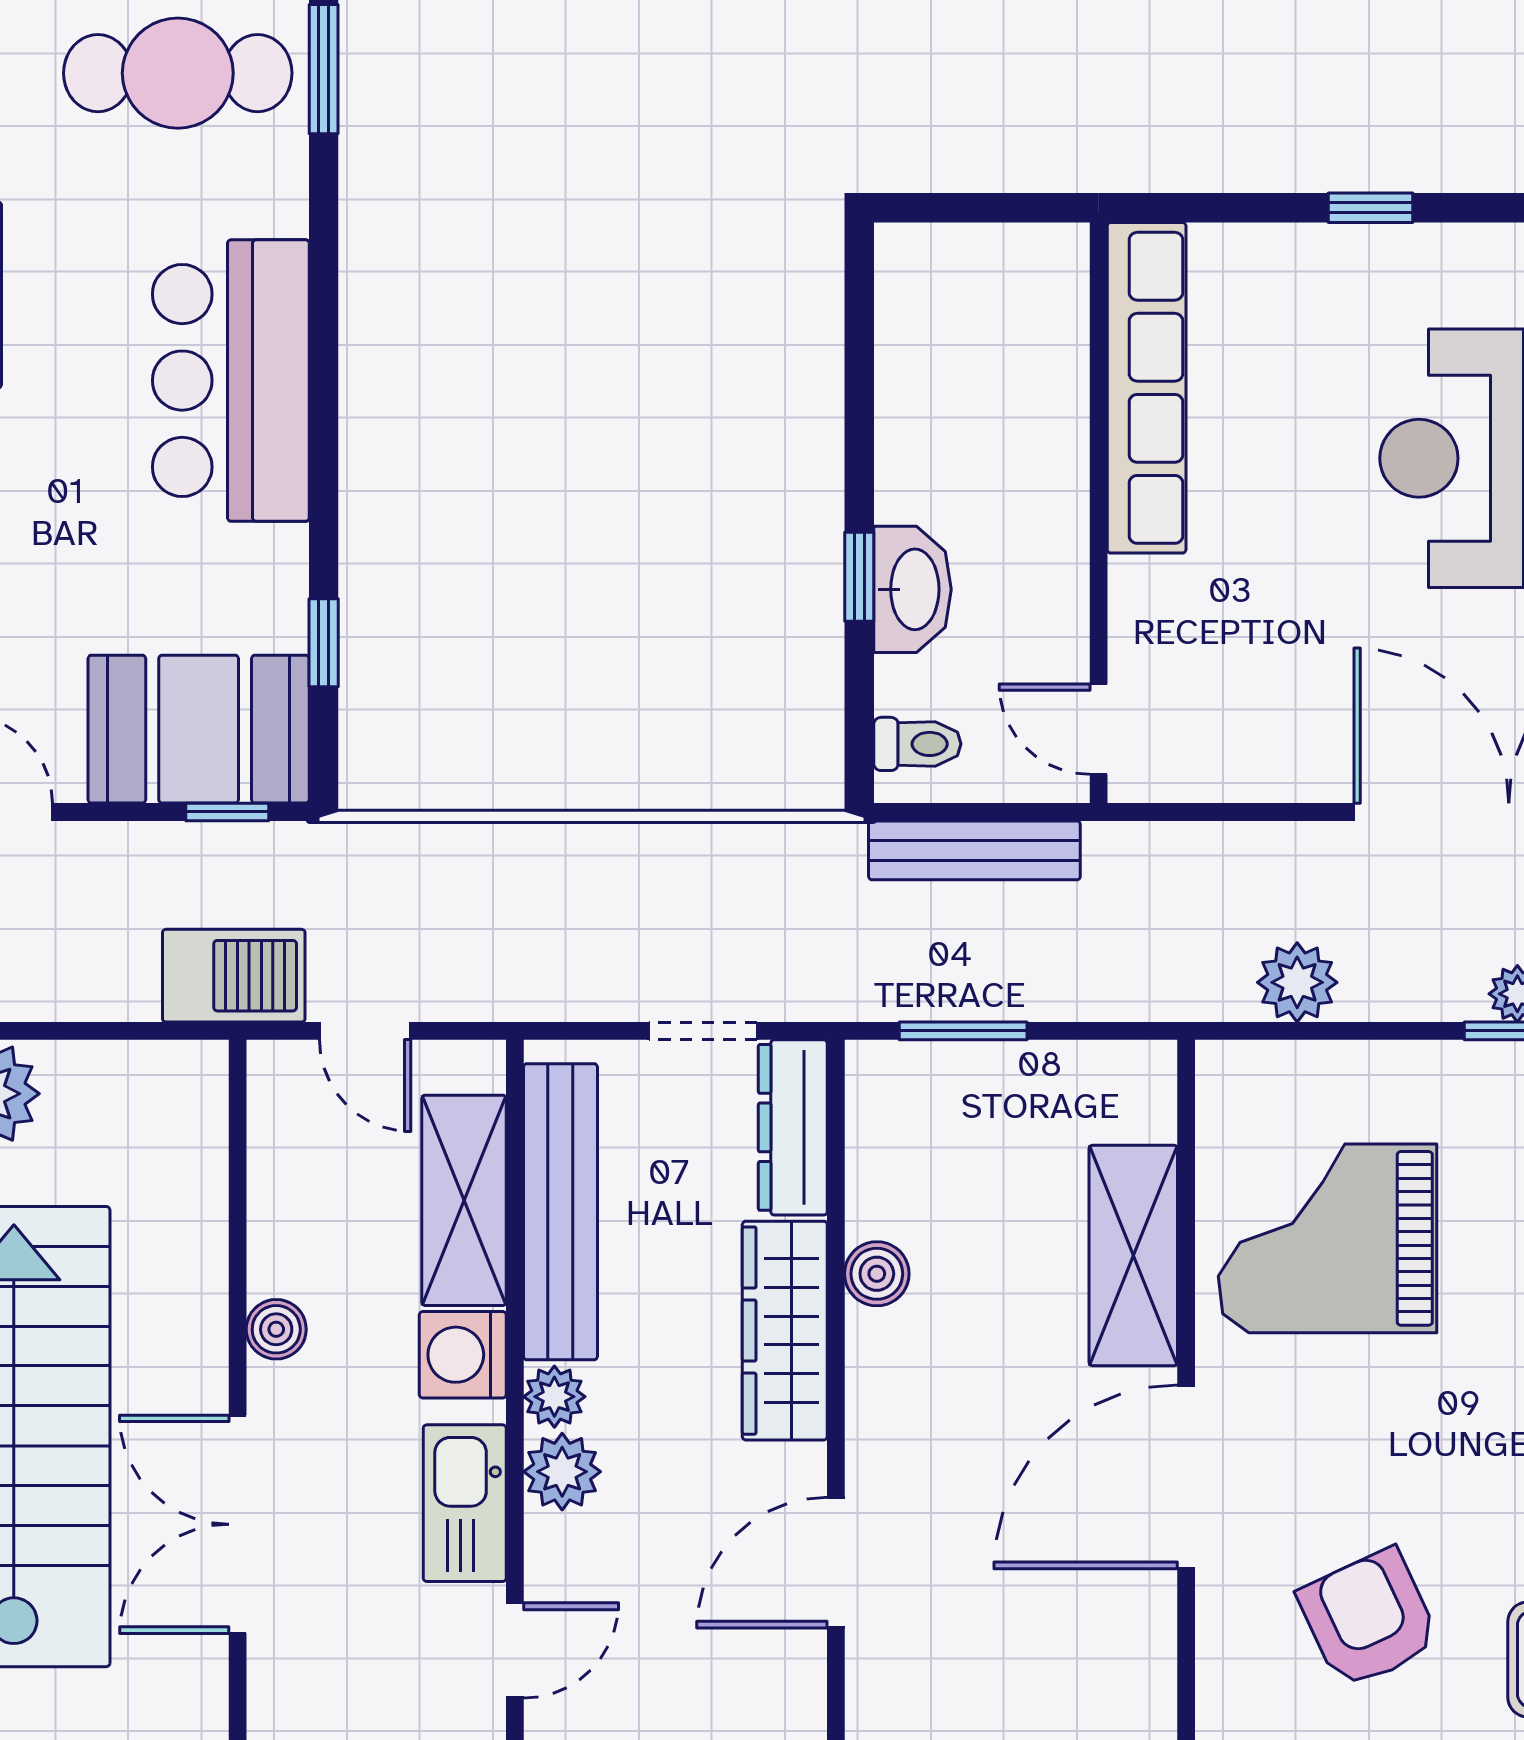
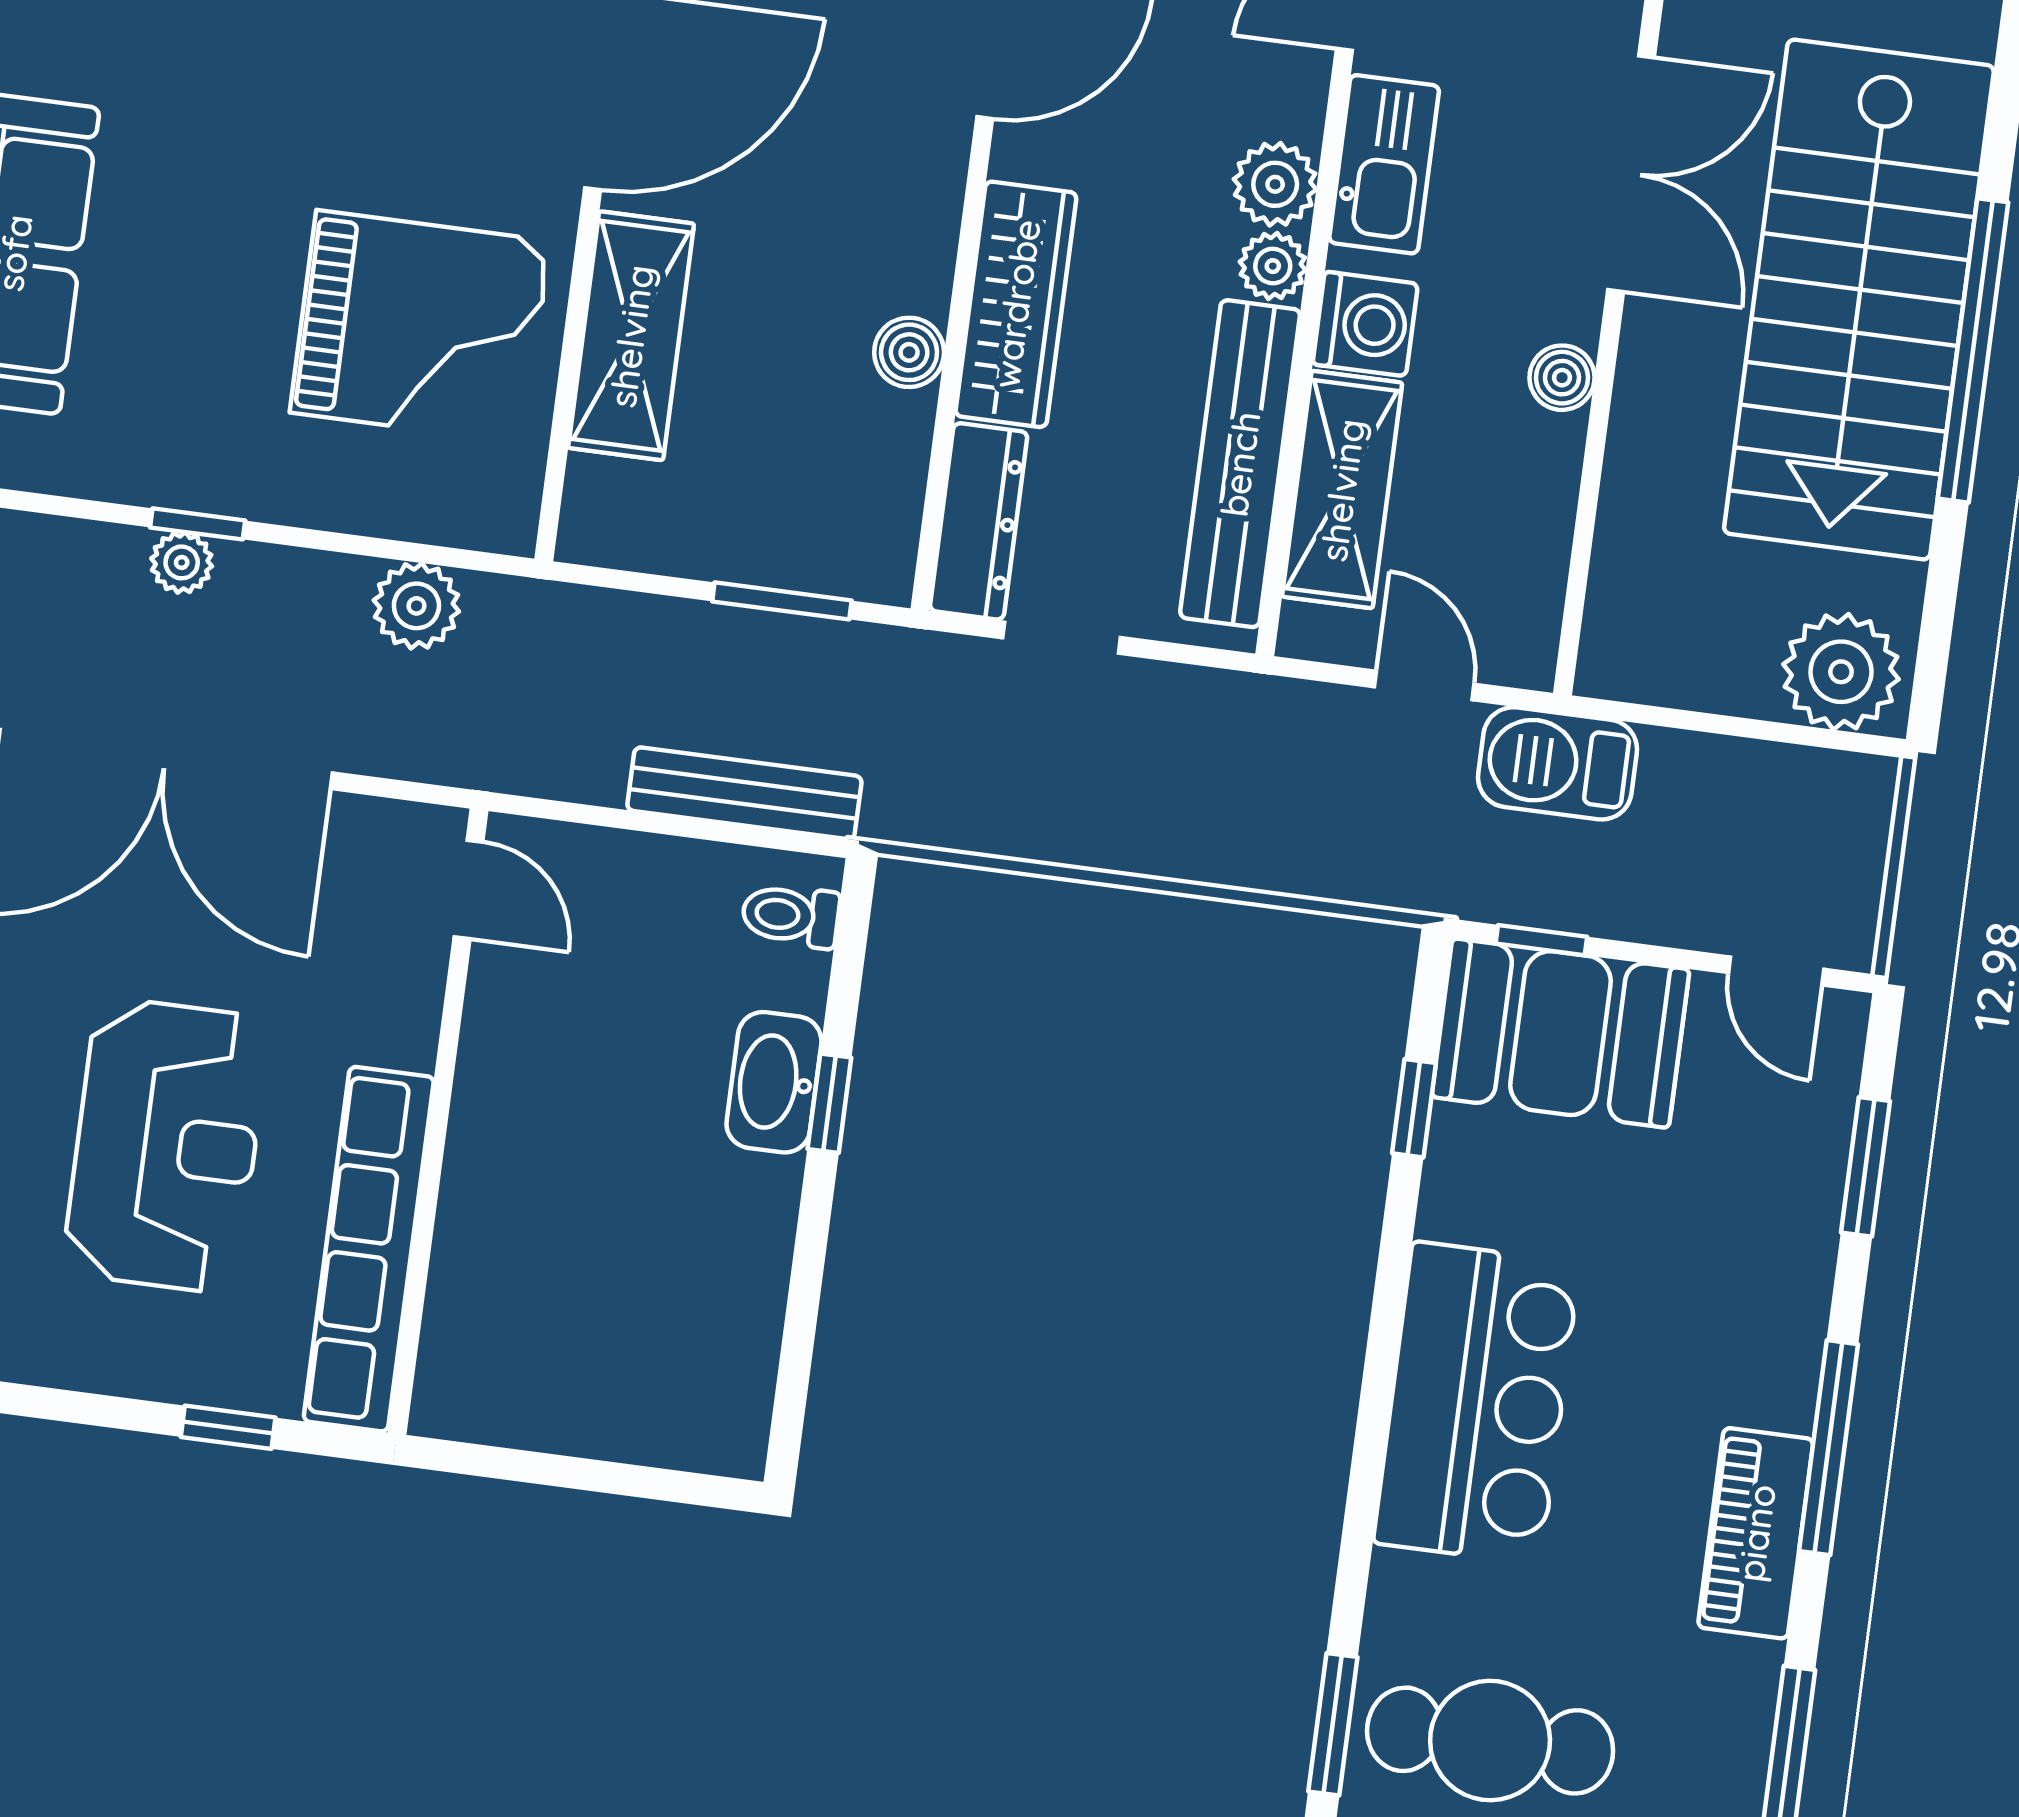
row of seats: (1147, 388) -> (369, 1249), moved
wall: (1099, 513) -> (438, 1122), moved
door: (1099, 729) -> (469, 889), moved

